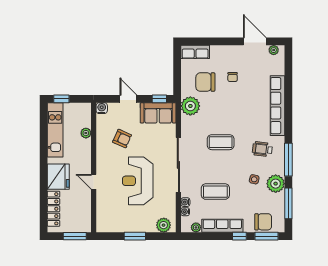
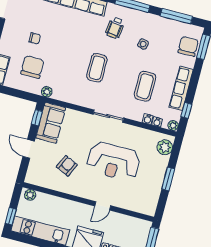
chair: (205, 82) -> (32, 67), turned 180
door: (128, 99) -> (29, 149), hinge flipped
plant: (190, 106) -> (47, 92), width x0.53, depth x0.53
water cooler: (102, 108) -> (31, 178), removed
plant: (86, 133) -> (30, 195), moved
sliding door: (178, 165) -> (108, 116), width x0.54
plant: (276, 184) -> (153, 24), removed
plant: (196, 227) -> (173, 126), moved
window: (239, 236) -> (186, 110), moved

